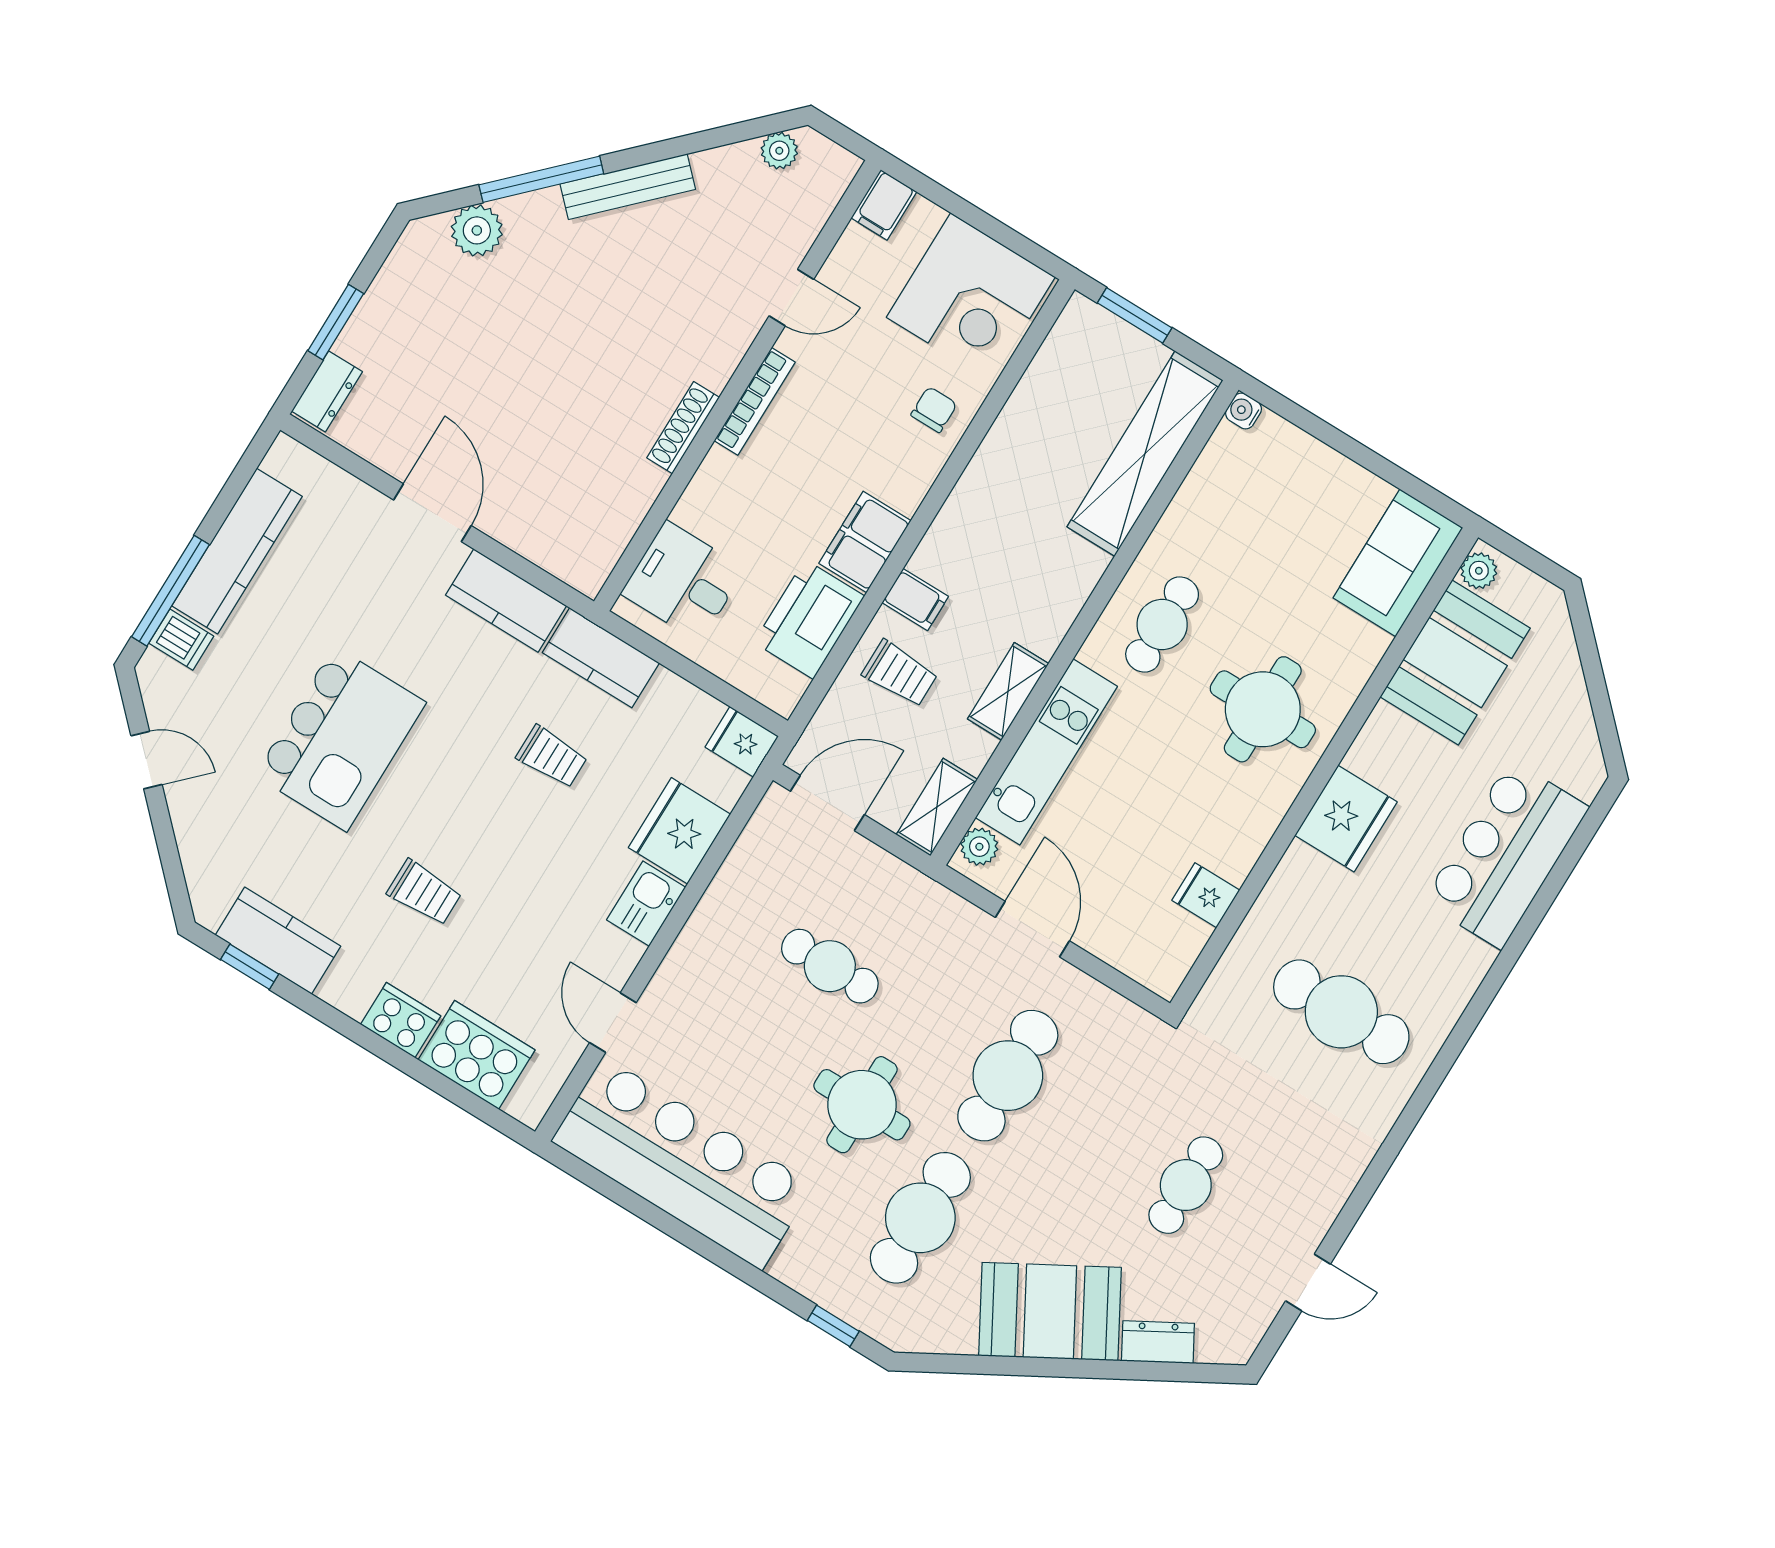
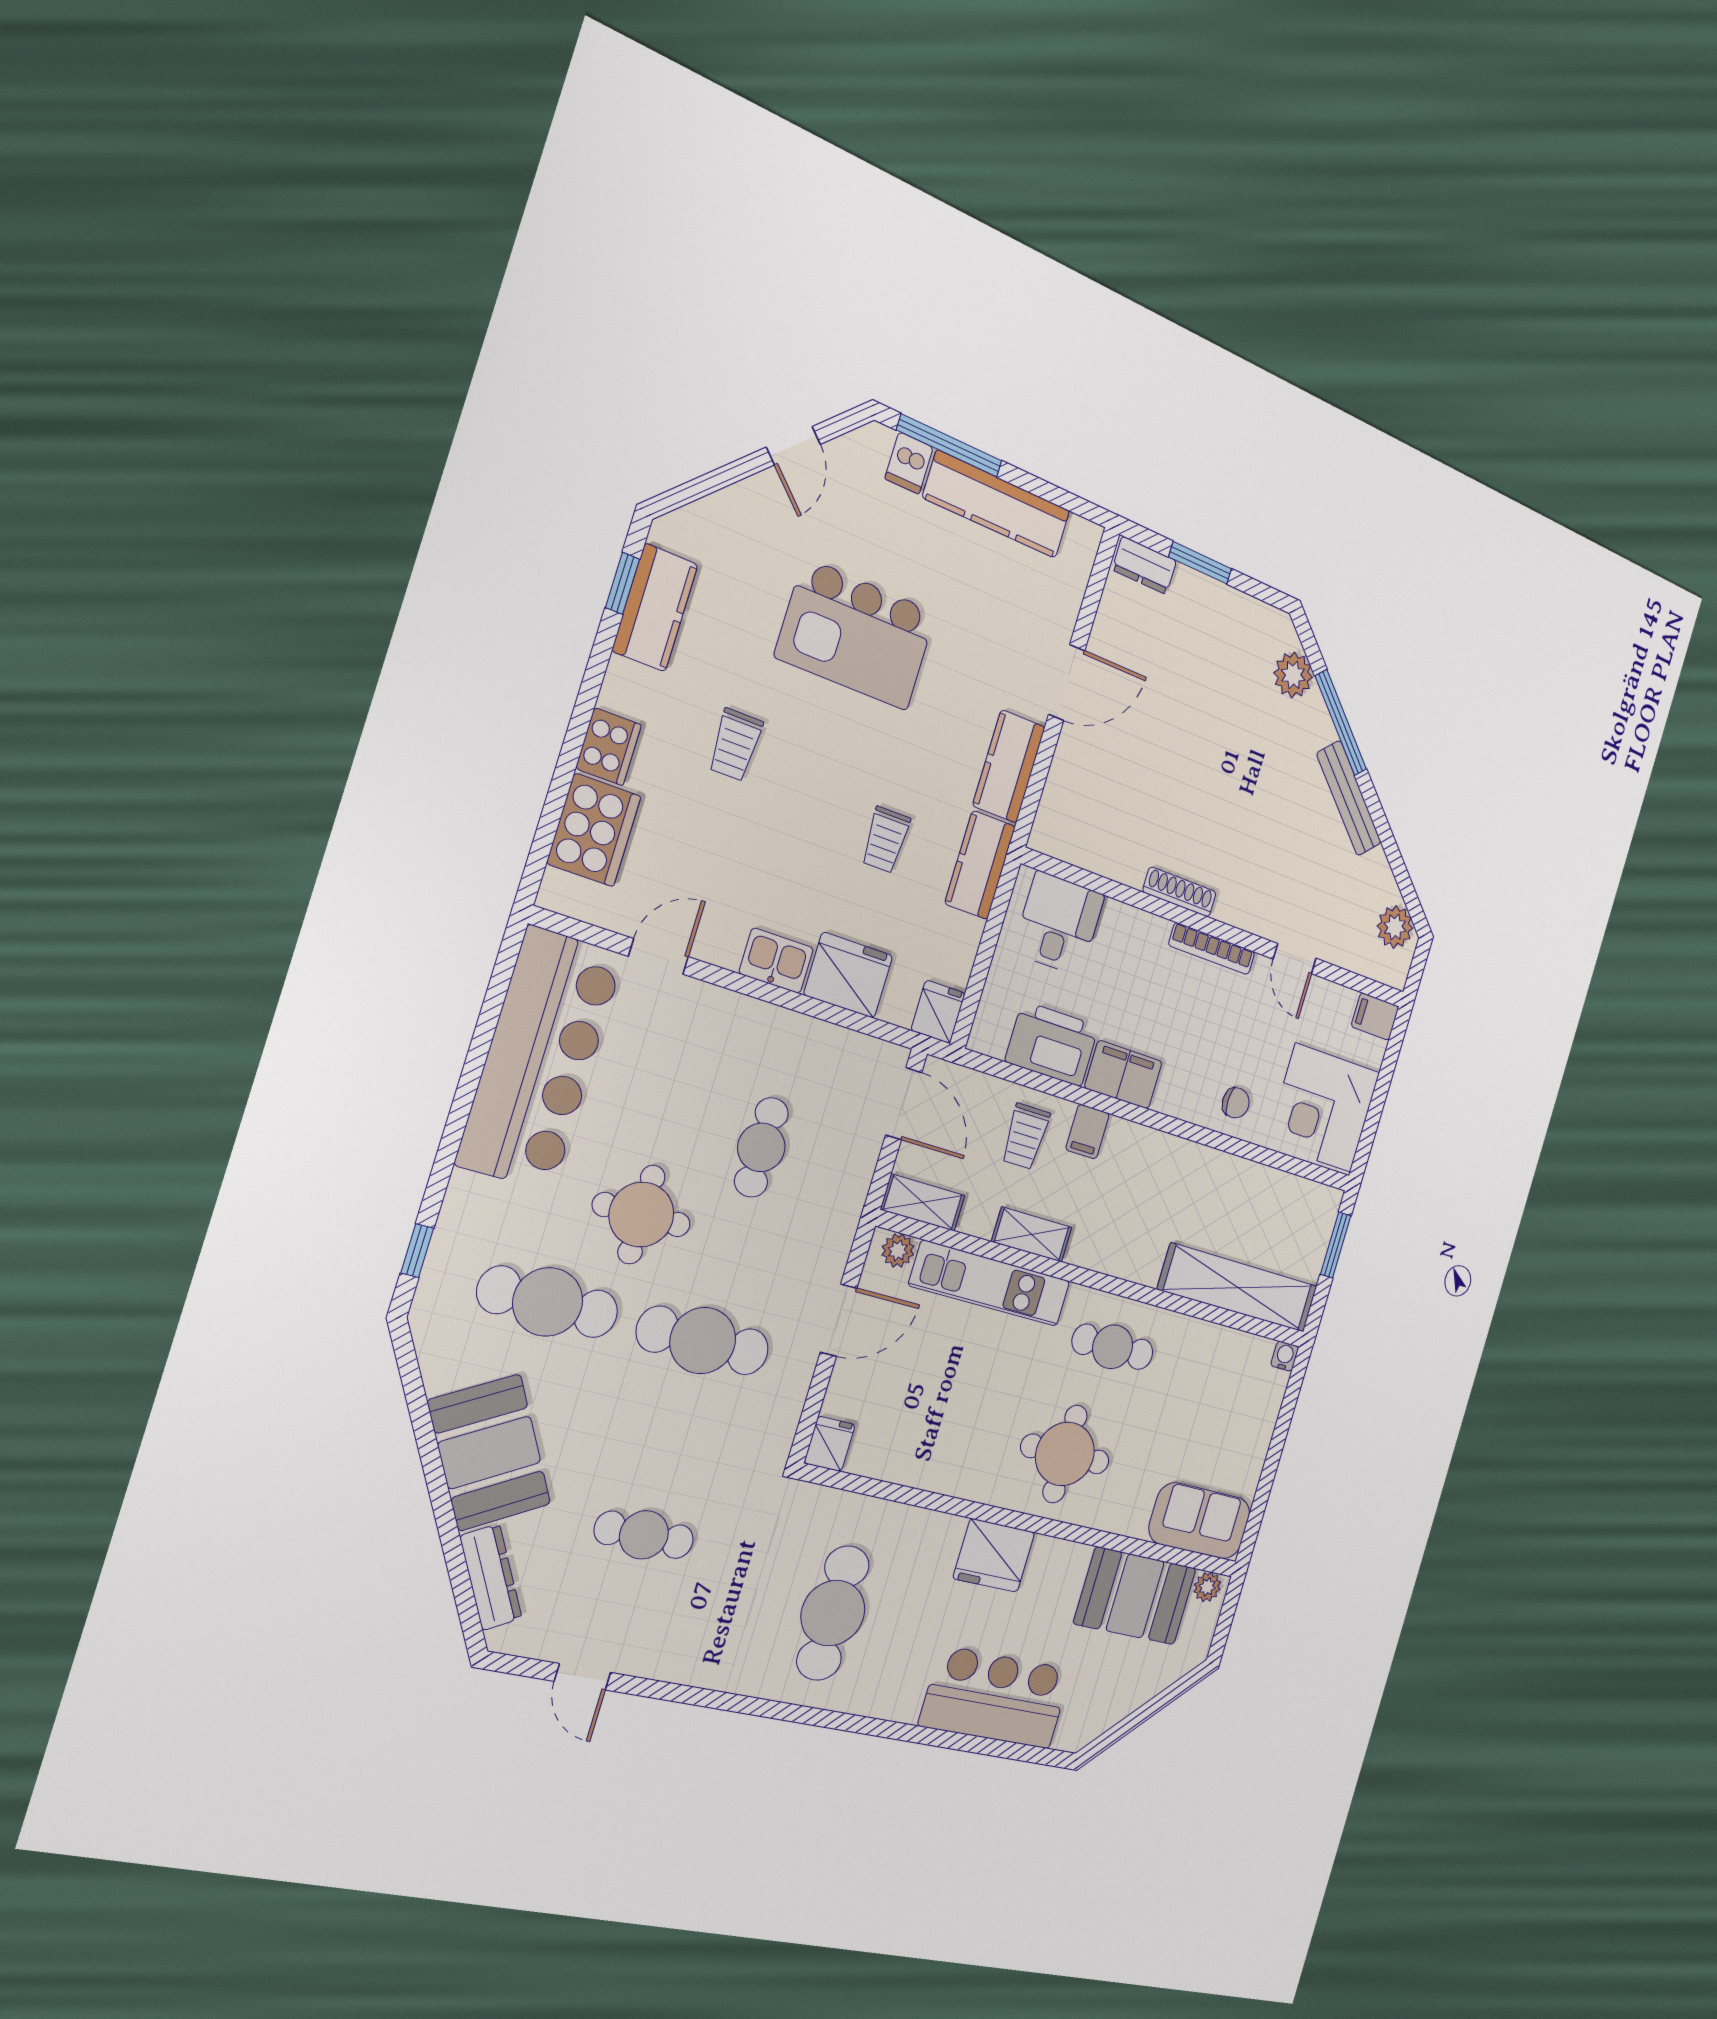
plant: (779, 151) -> (1395, 927), width x1.38, depth x1.38
fridge: (1206, 895) -> (830, 1444), moved
dresser: (1158, 1342) -> (491, 1577), width x1.44

